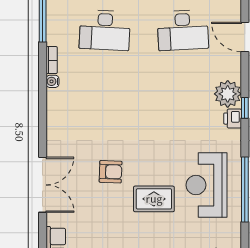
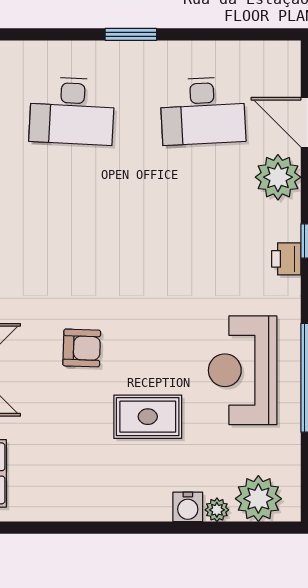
plant: (228, 94) -> (278, 177), moved
rug: (154, 199) -> (148, 417), moved

